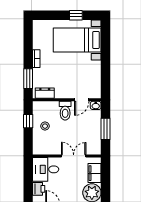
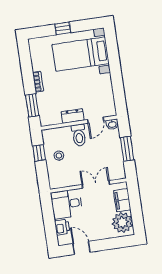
window: (76, 15) -> (63, 28), moved
dresser: (45, 93) -> (73, 116), moved

